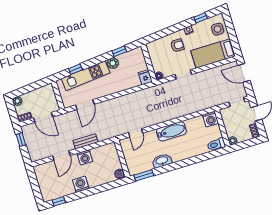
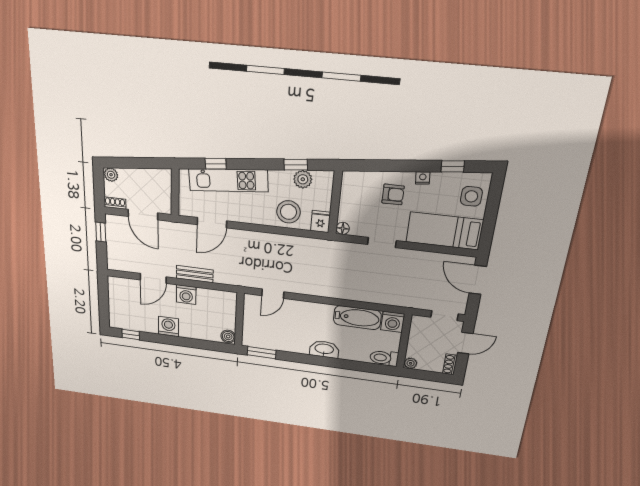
plant: (113, 63) -> (303, 179), moved
stool: (126, 79) -> (288, 212), added
bathtub: (171, 131) -> (357, 318), moved
washbasin: (162, 161) -> (324, 349), moved

